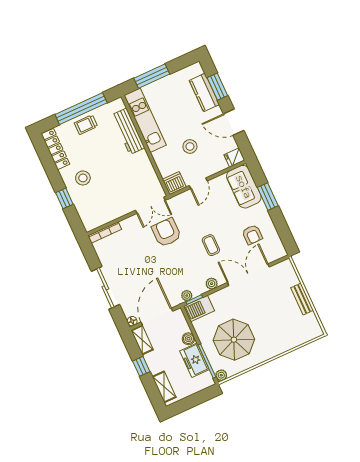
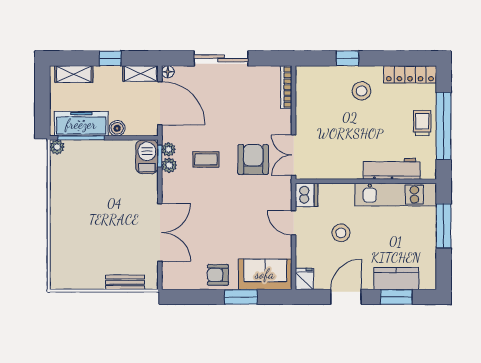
armchair: (166, 232) -> (253, 159), turned -90
armchair: (252, 235) -> (218, 275), moved
coffee table: (211, 245) -> (206, 159), moved
plant: (212, 284) -> (169, 165), moved
bench: (302, 299) -> (125, 282), moved
parasol: (234, 340) -> (92, 181), removed
freezer: (194, 360) -> (81, 124), width x1.40

